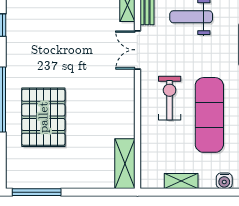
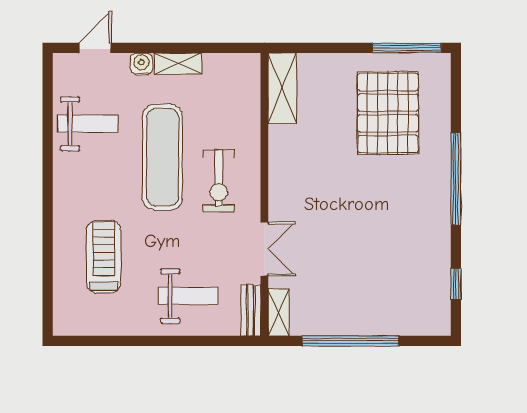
pallet: (43, 117) -> (388, 113), moved
shelving: (181, 181) -> (178, 64), moved

